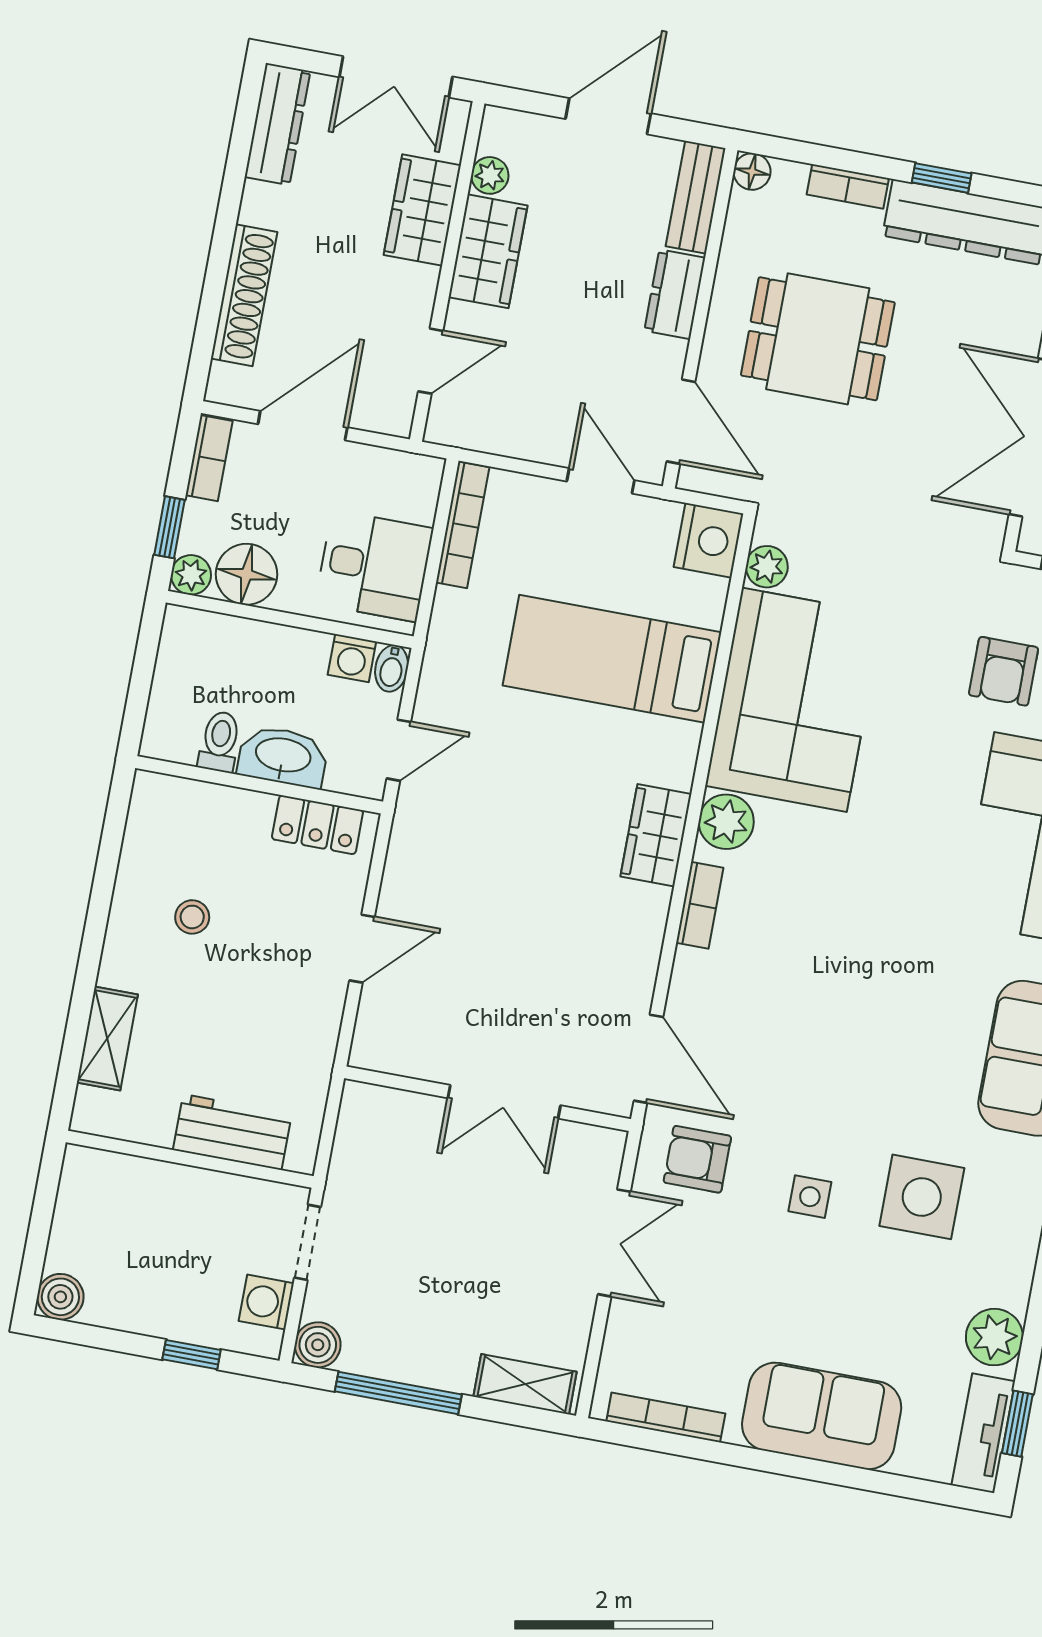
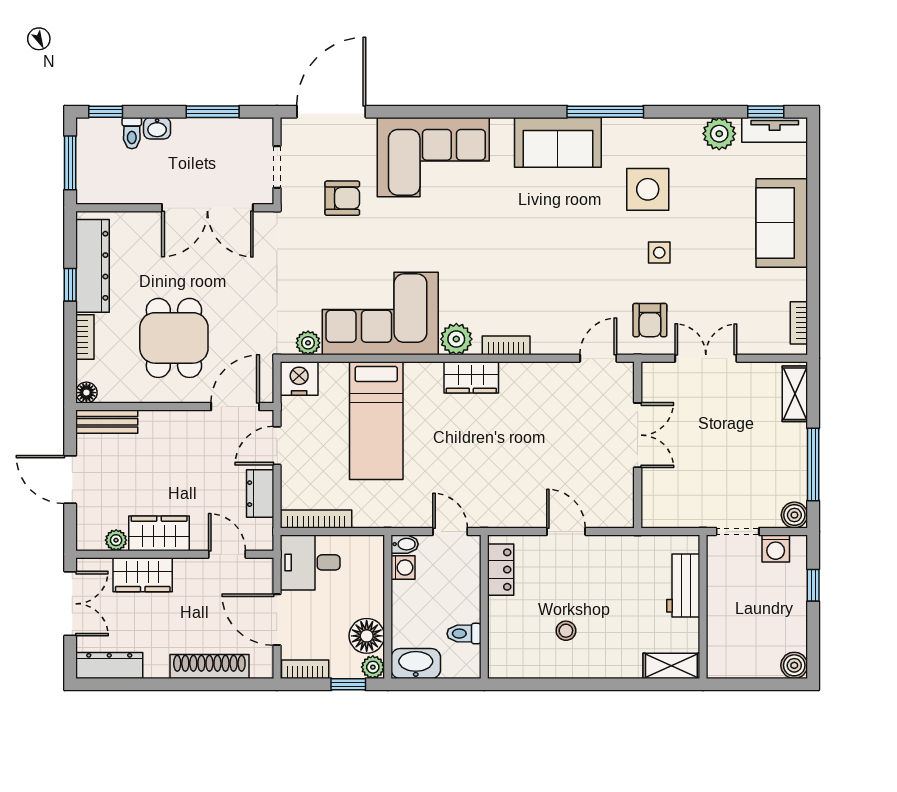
dresser: (675, 294) -> (260, 494), moved, turned 90
desk: (374, 566) -> (310, 562), moved, turned -90
washbasin: (283, 756) -> (416, 664), moved, turned 90
shelving: (107, 1039) -> (671, 666), moved
door: (648, 1059) -> (598, 358), width x0.73
bookcase: (666, 1417) -> (799, 323), width x0.64

